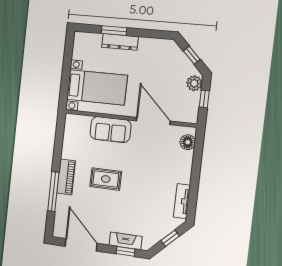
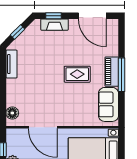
sofa: (111, 130) -> (109, 104), moved, turned -90
window: (53, 192) -> (121, 75), moved

